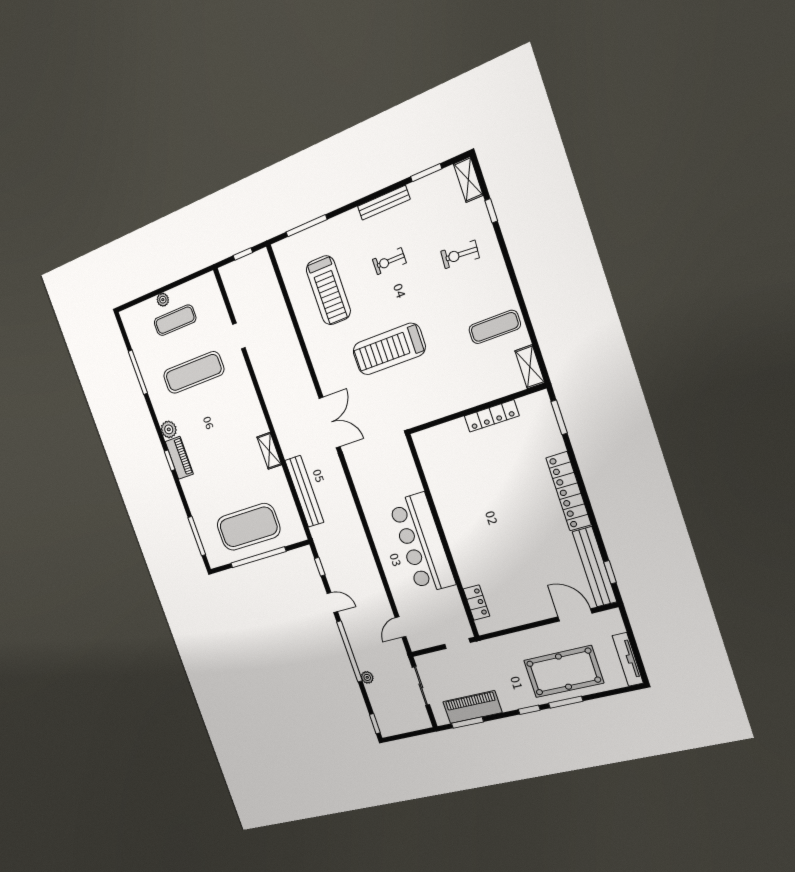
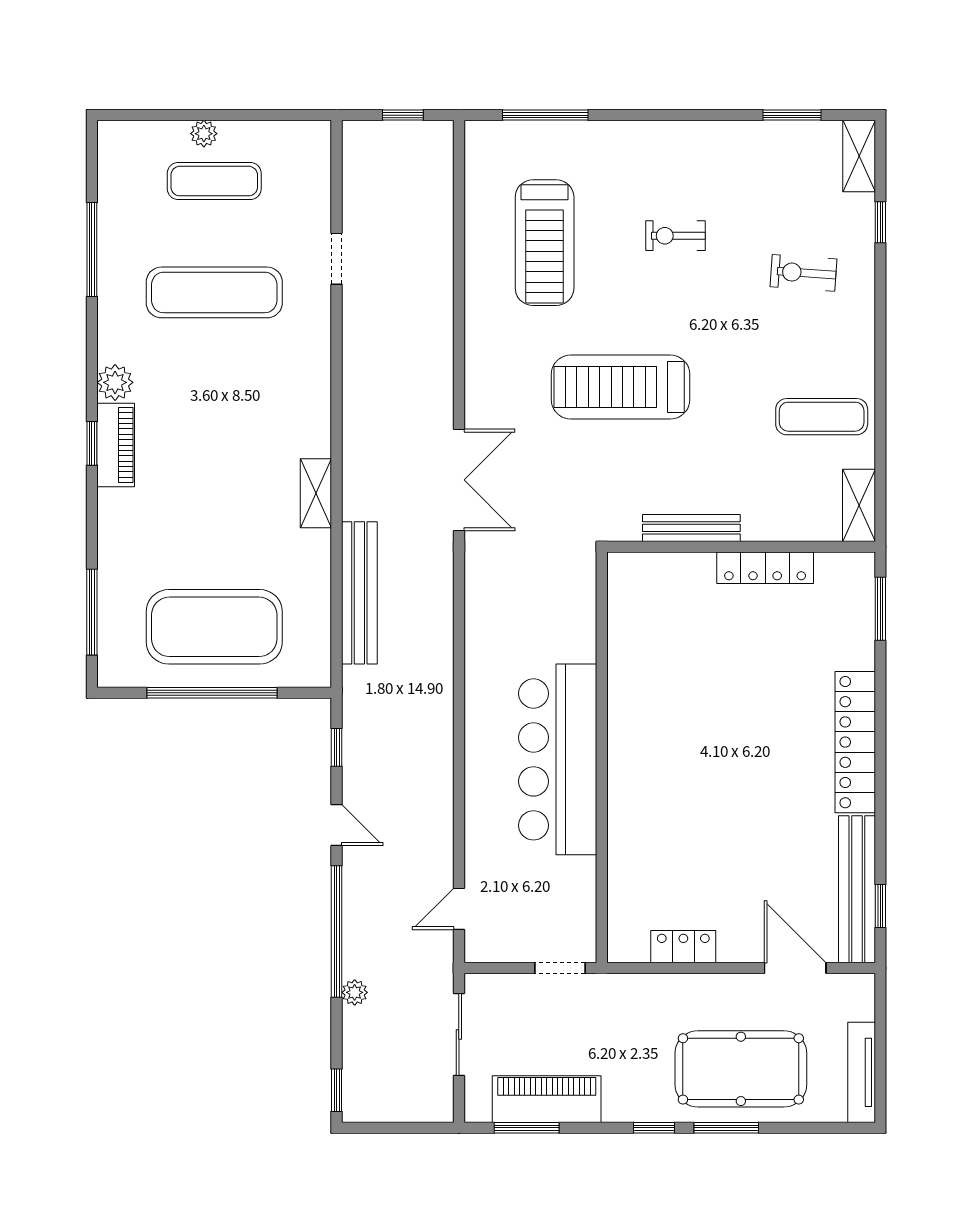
bench: (384, 203) -> (691, 528), moved
locker: (476, 603) -> (683, 947), moved, turned -90

